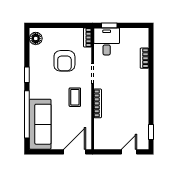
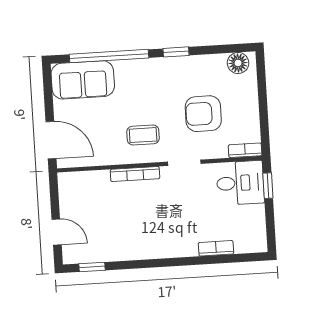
sofa: (40, 124) -> (83, 80), width x0.73

